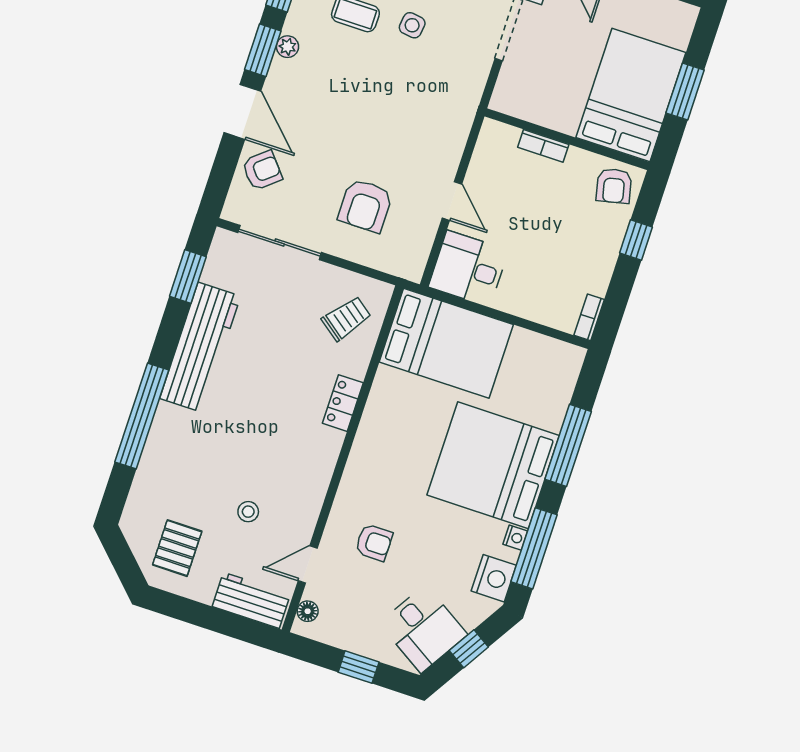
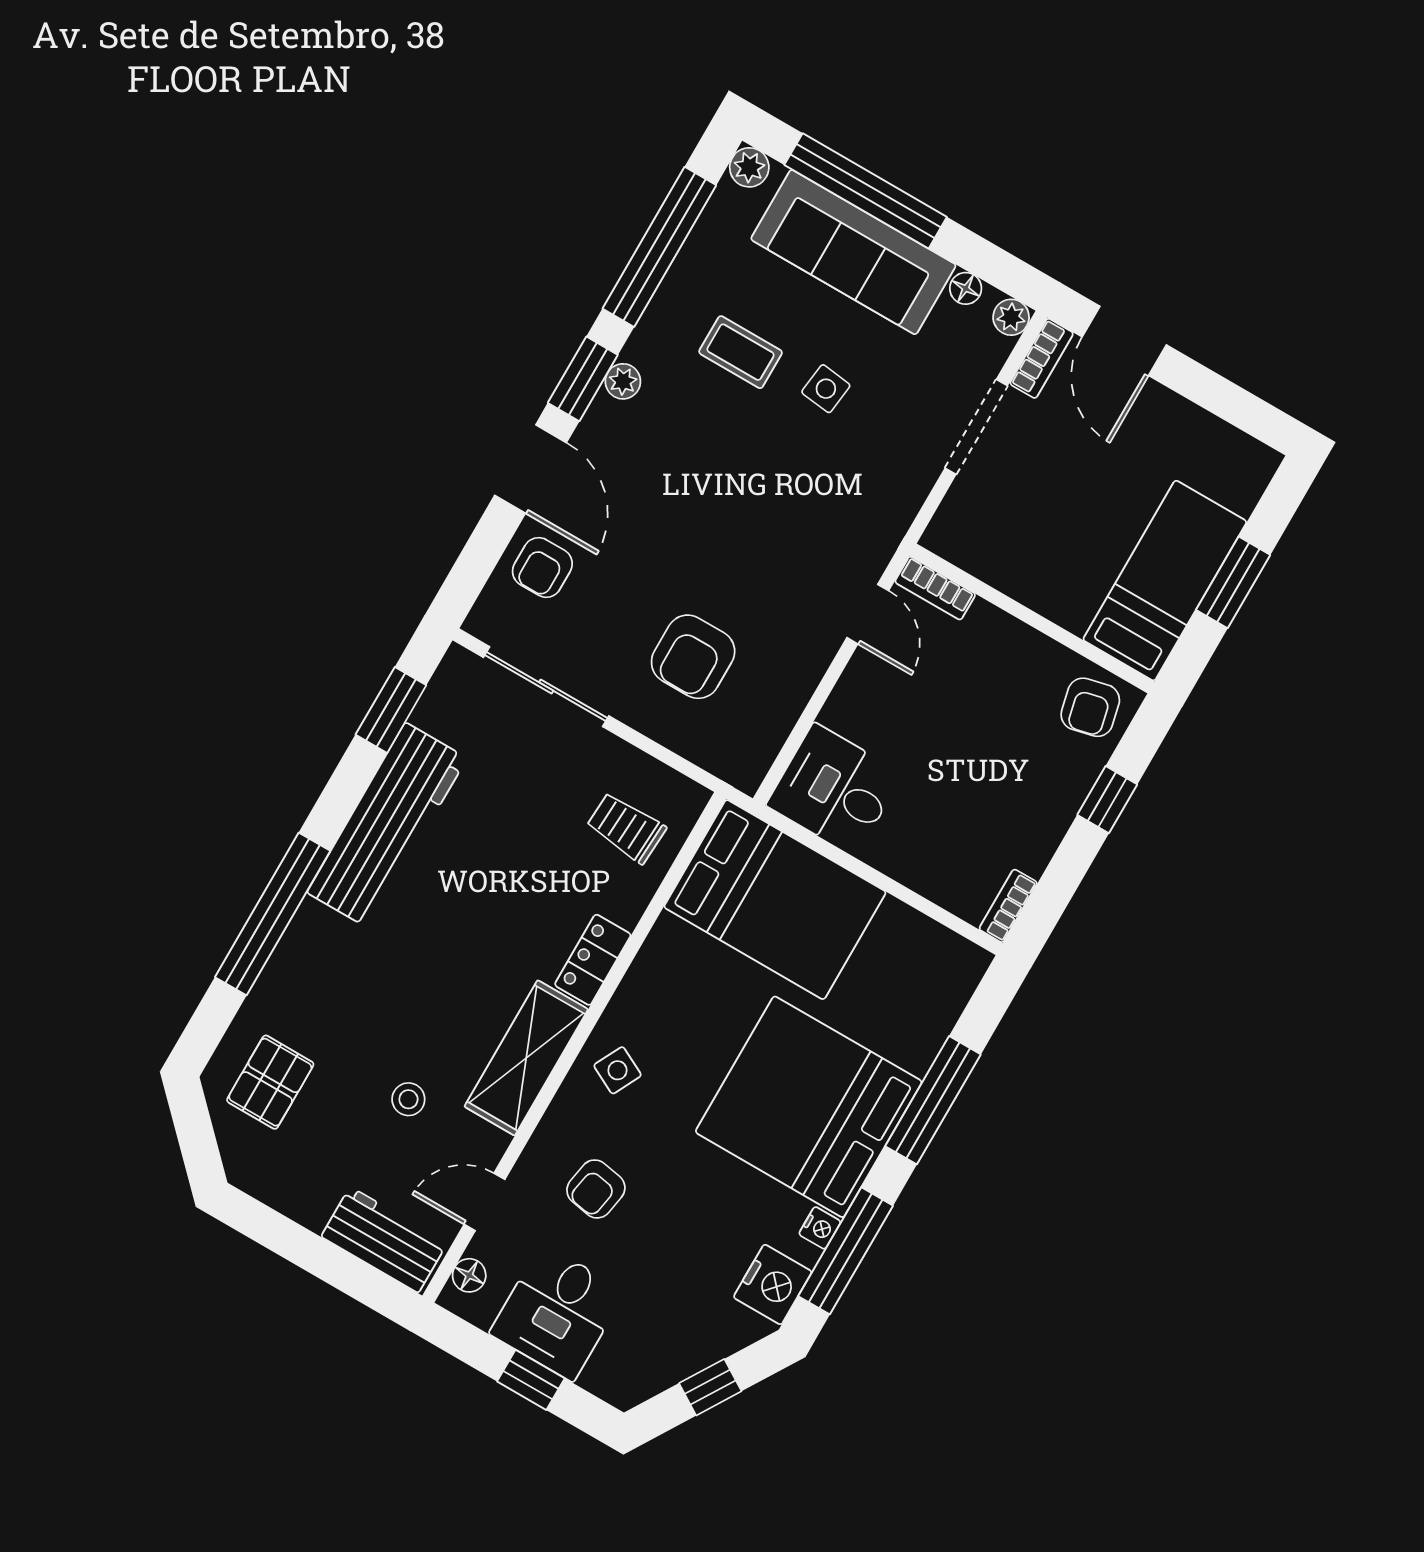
bed: (631, 95) -> (1165, 581), width x0.67
bookcase: (543, 146) -> (935, 588), moved
armchair: (262, 170) -> (542, 567), turned 130
door: (452, 201) -> (868, 614), moved
trolley: (346, 318) -> (626, 828), turned -124
side table: (372, 467) -> (617, 1070), added
shelving: (315, 471) -> (526, 1058), added
armchair: (374, 542) -> (596, 1189), turned 100
pallet: (177, 548) -> (270, 1082), moved
desk: (423, 629) -> (557, 1312), moved, turned 58

